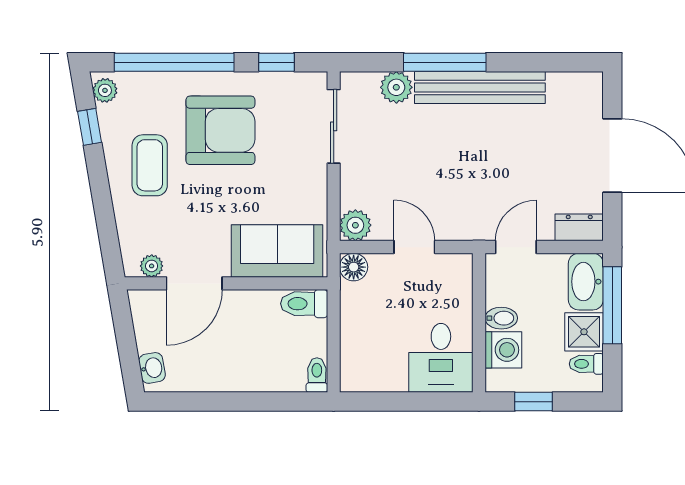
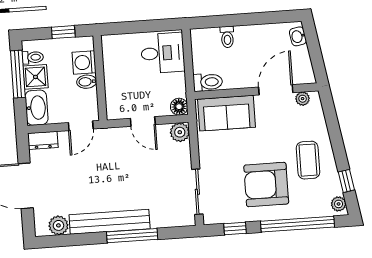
plant: (396, 87) -> (58, 225), moved
window: (612, 305) -> (18, 74), moved
desk: (441, 358) -> (163, 53), moved, turned 90
toilet: (317, 375) -> (227, 37), moved

